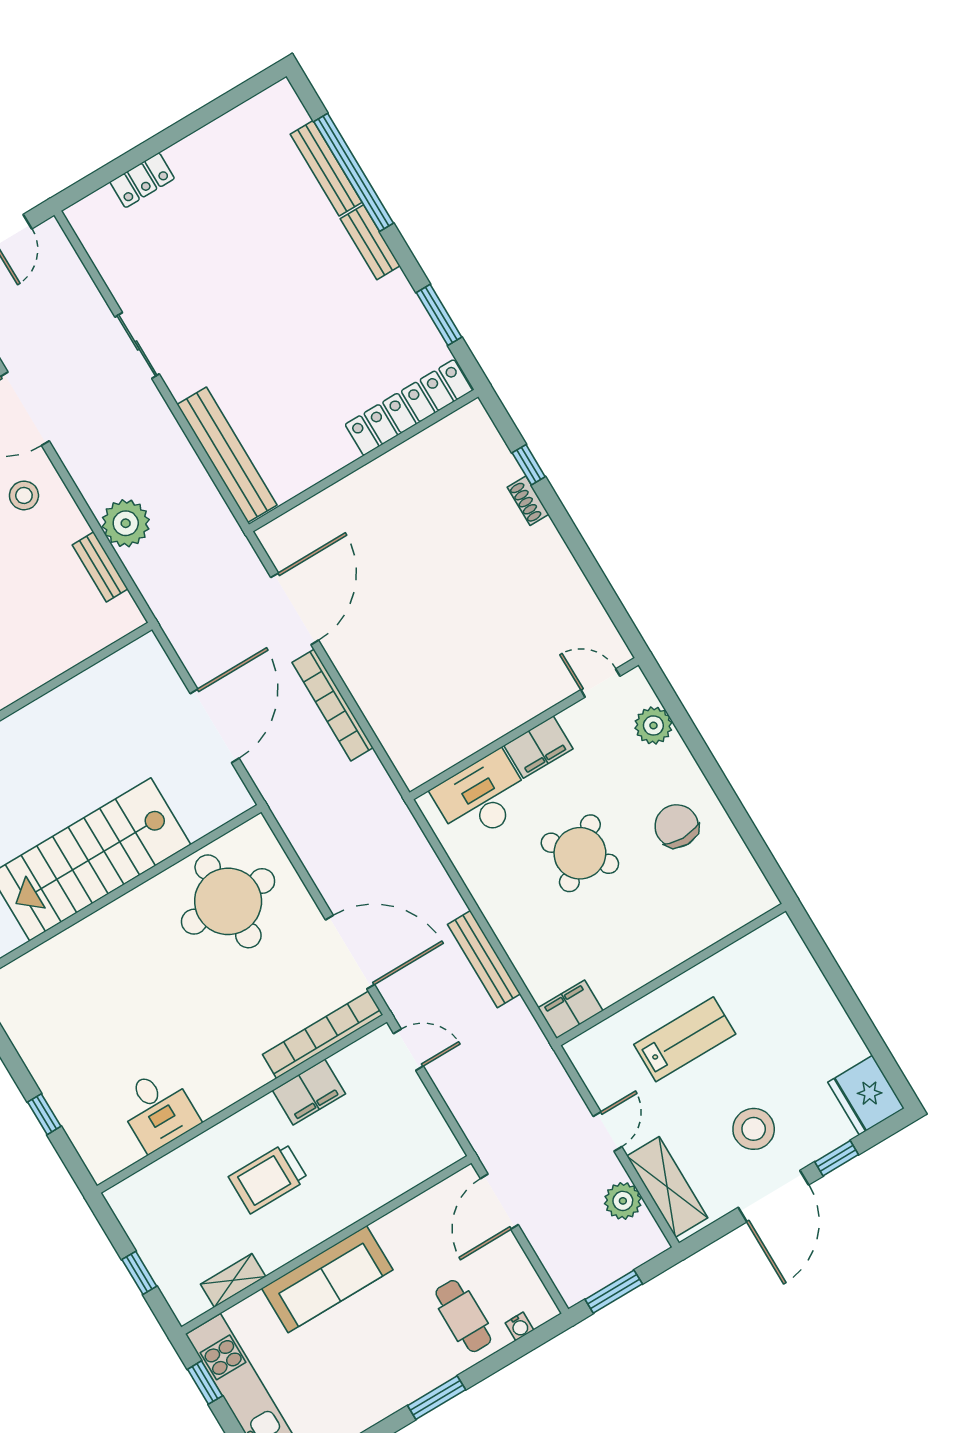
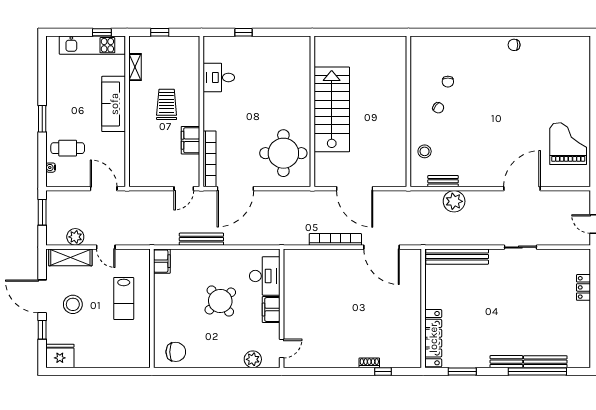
stool: (24, 495) -> (425, 151), moved
chair: (677, 826) -> (176, 352), moved

